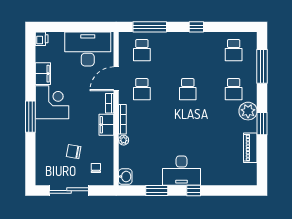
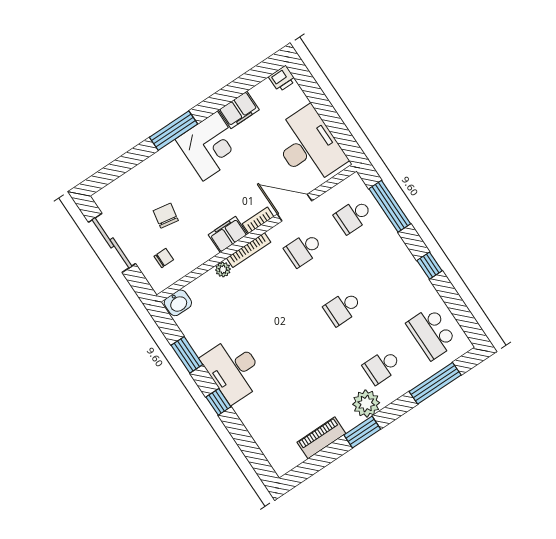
school desk: (234, 50) -> (432, 333), width x1.85

